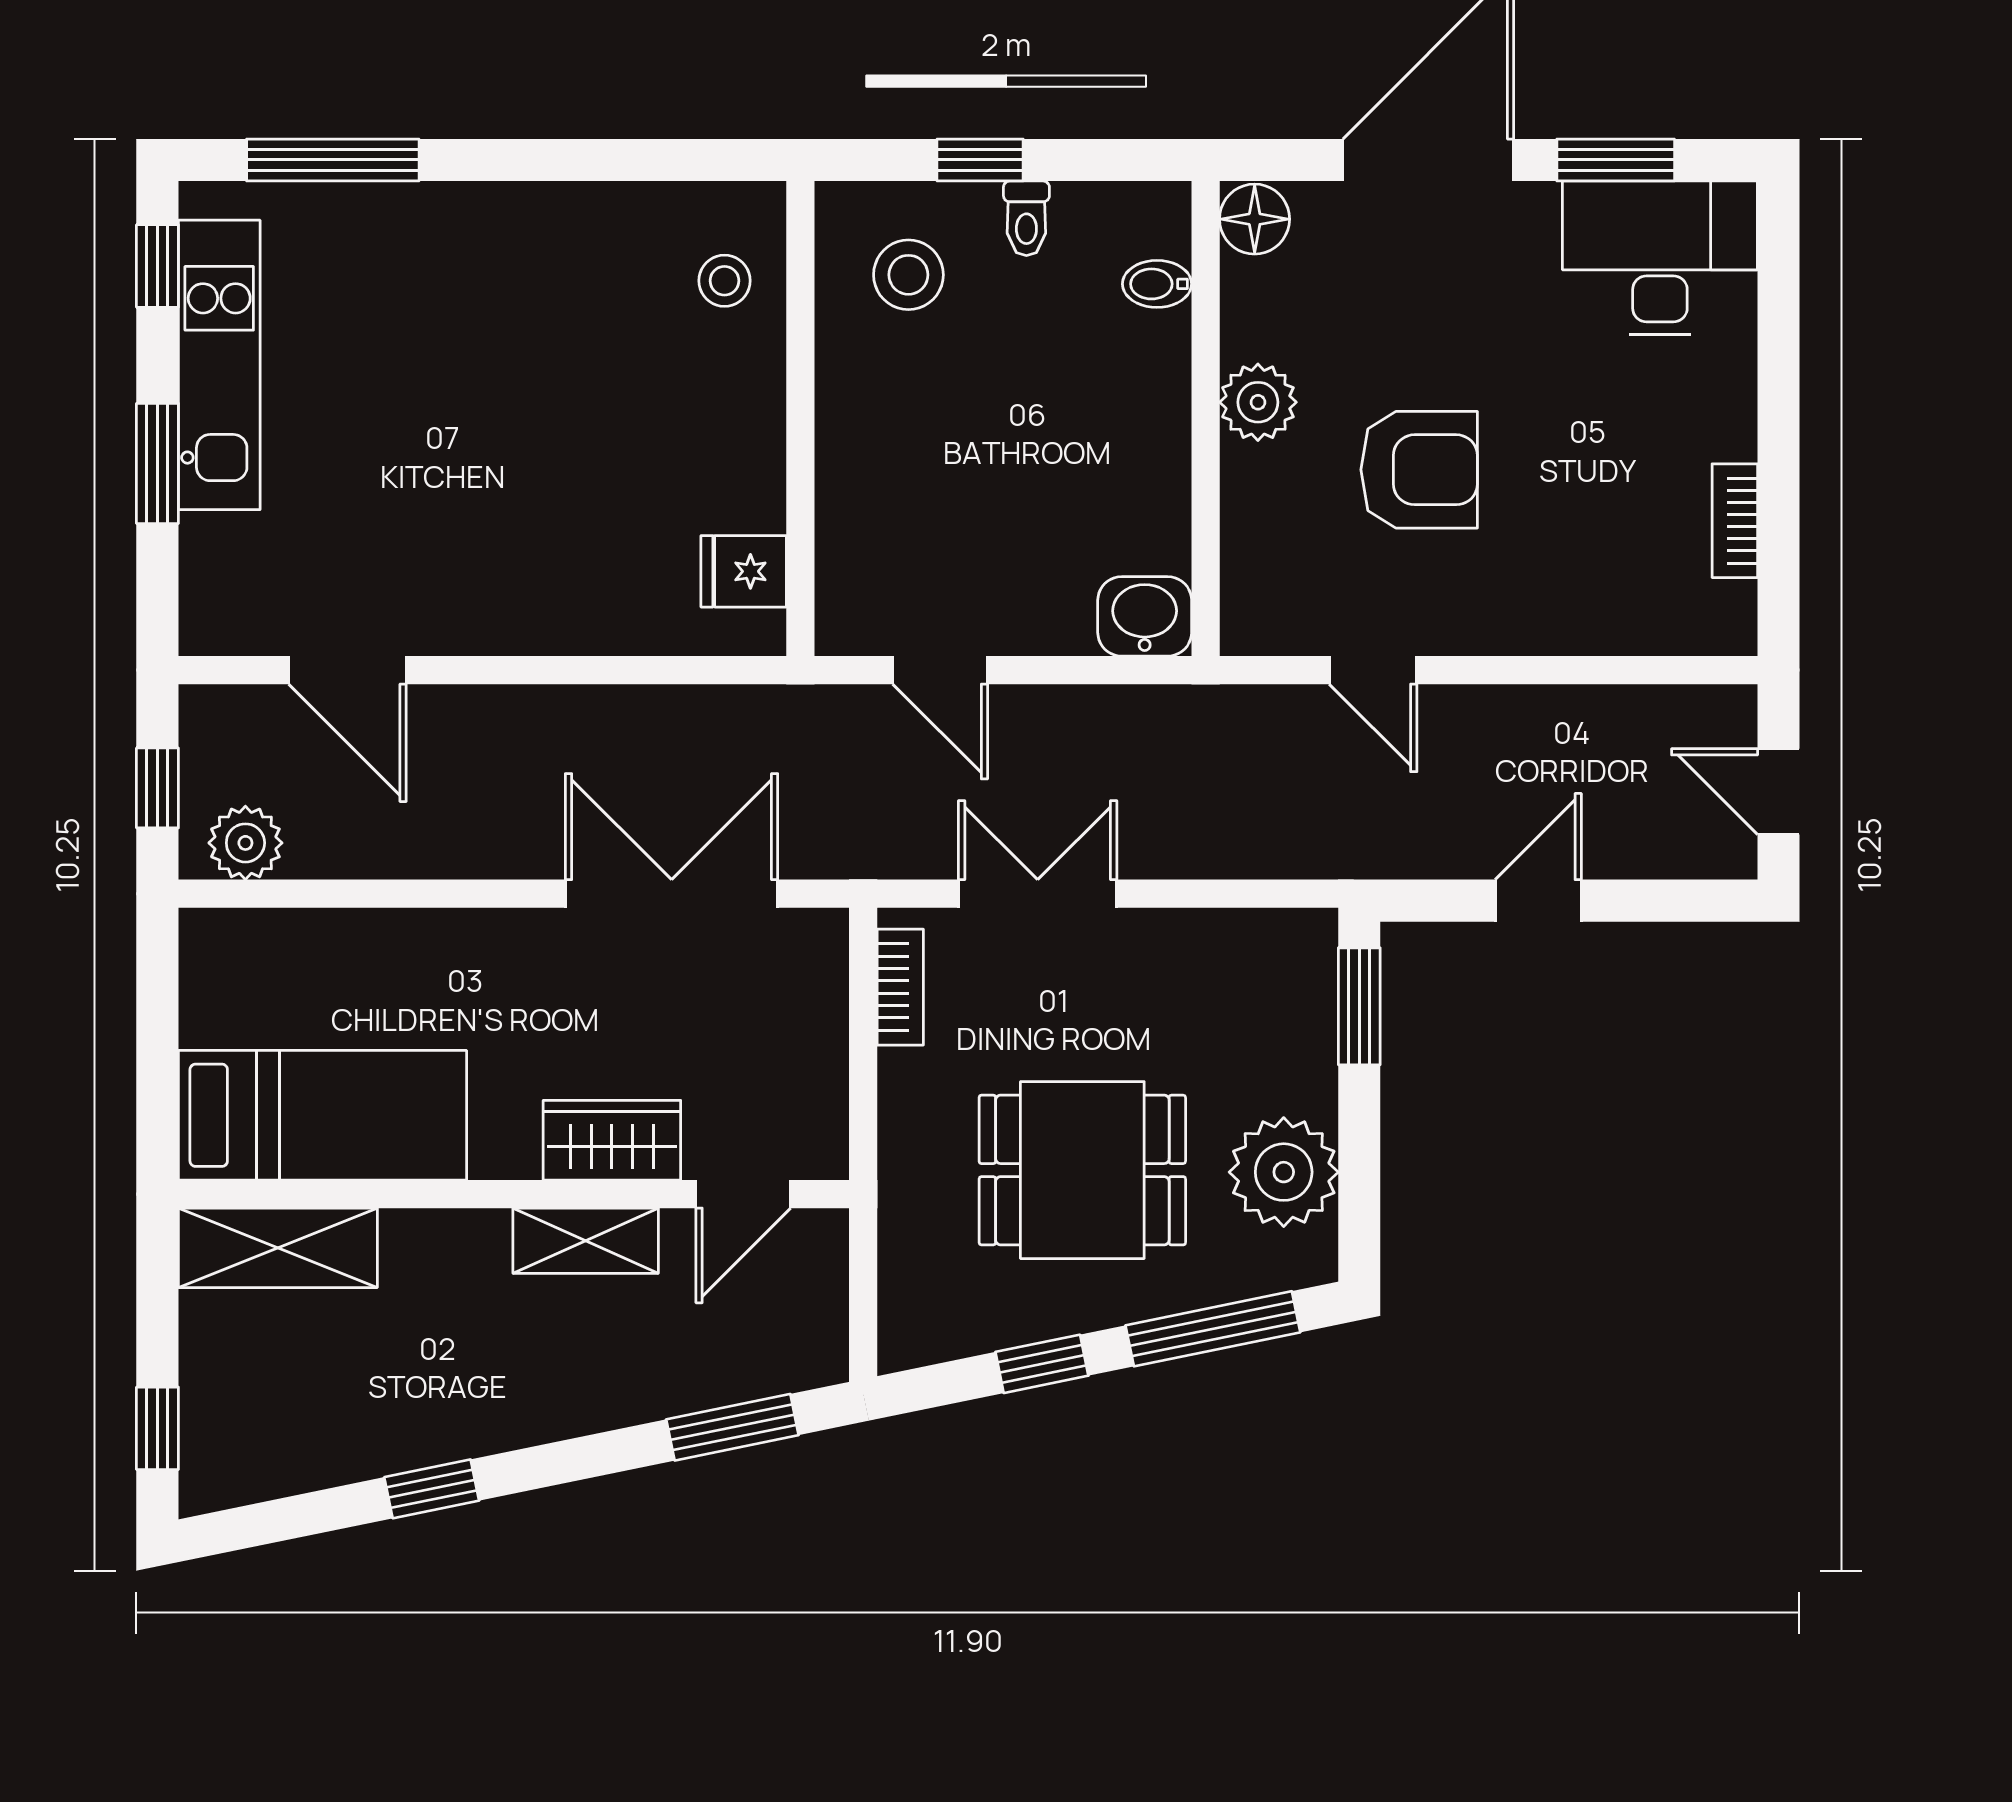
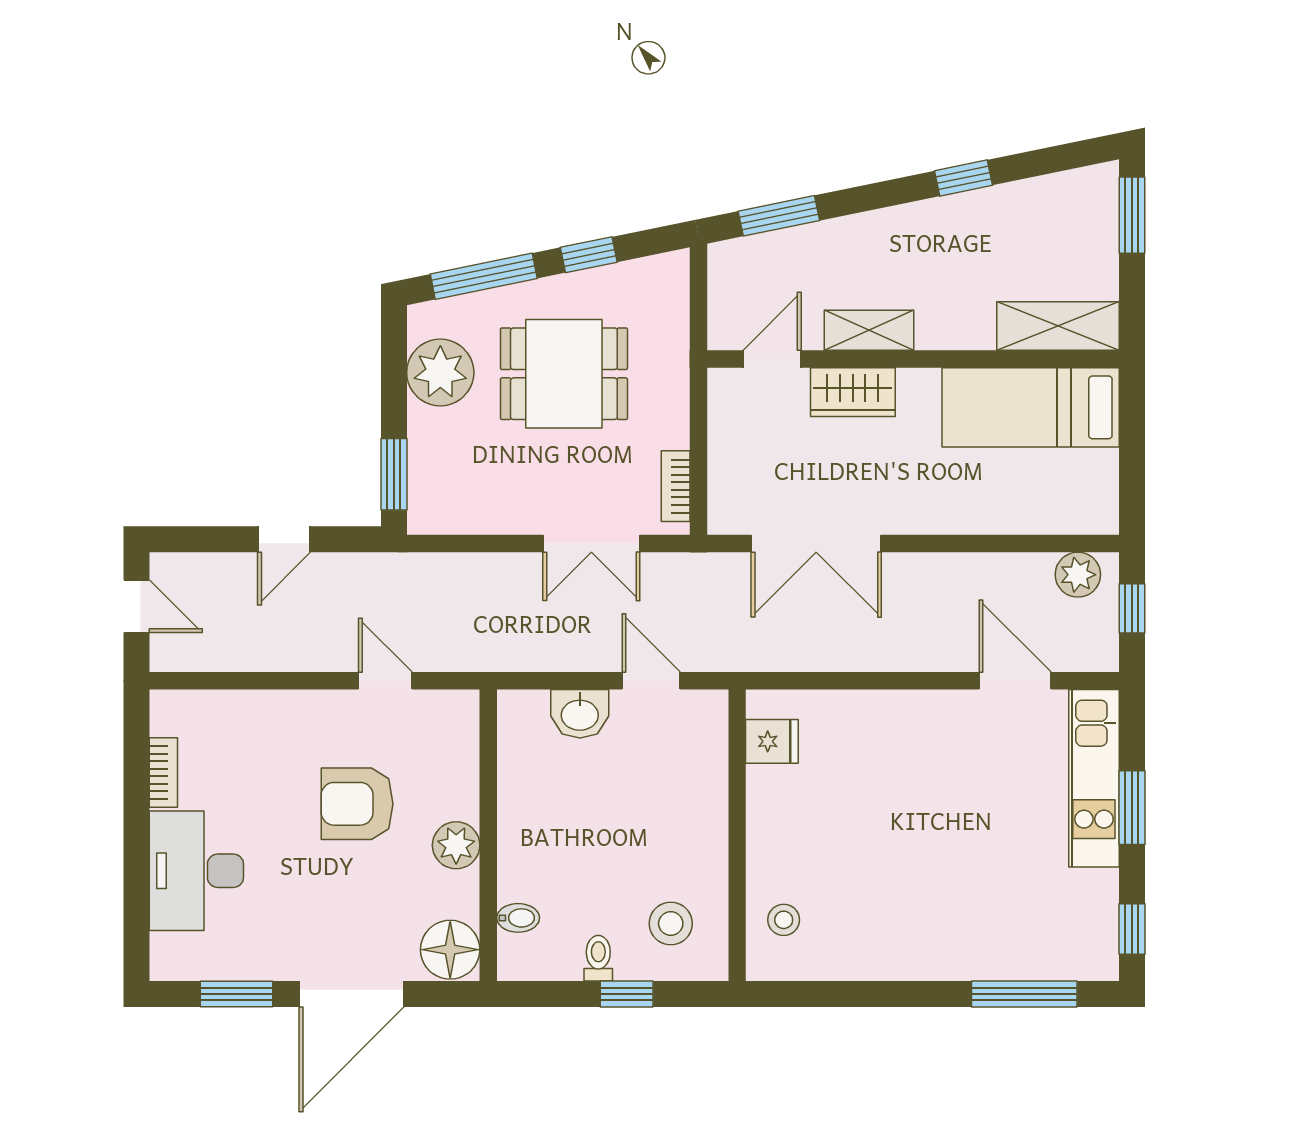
floor lamp: (1255, 219) -> (450, 950), width x1.38, depth x1.38
desk: (1660, 258) -> (196, 871), moved, turned 90
kitchen unit: (219, 365) -> (1094, 778), moved
washbasin: (1145, 616) -> (580, 714), moved
window: (157, 1428) -> (1132, 215), width x1.50

